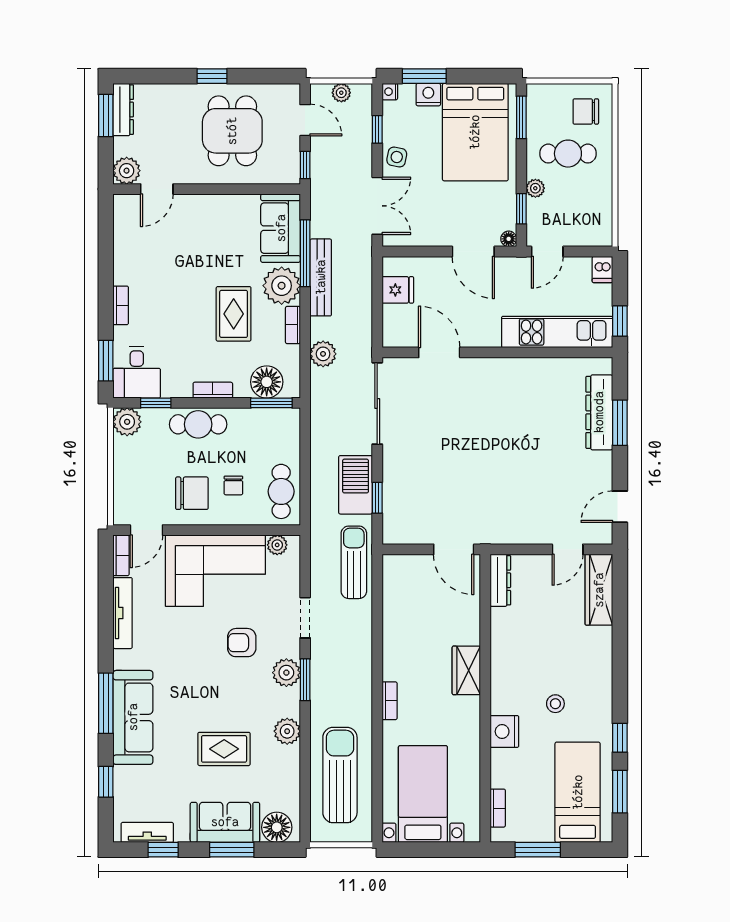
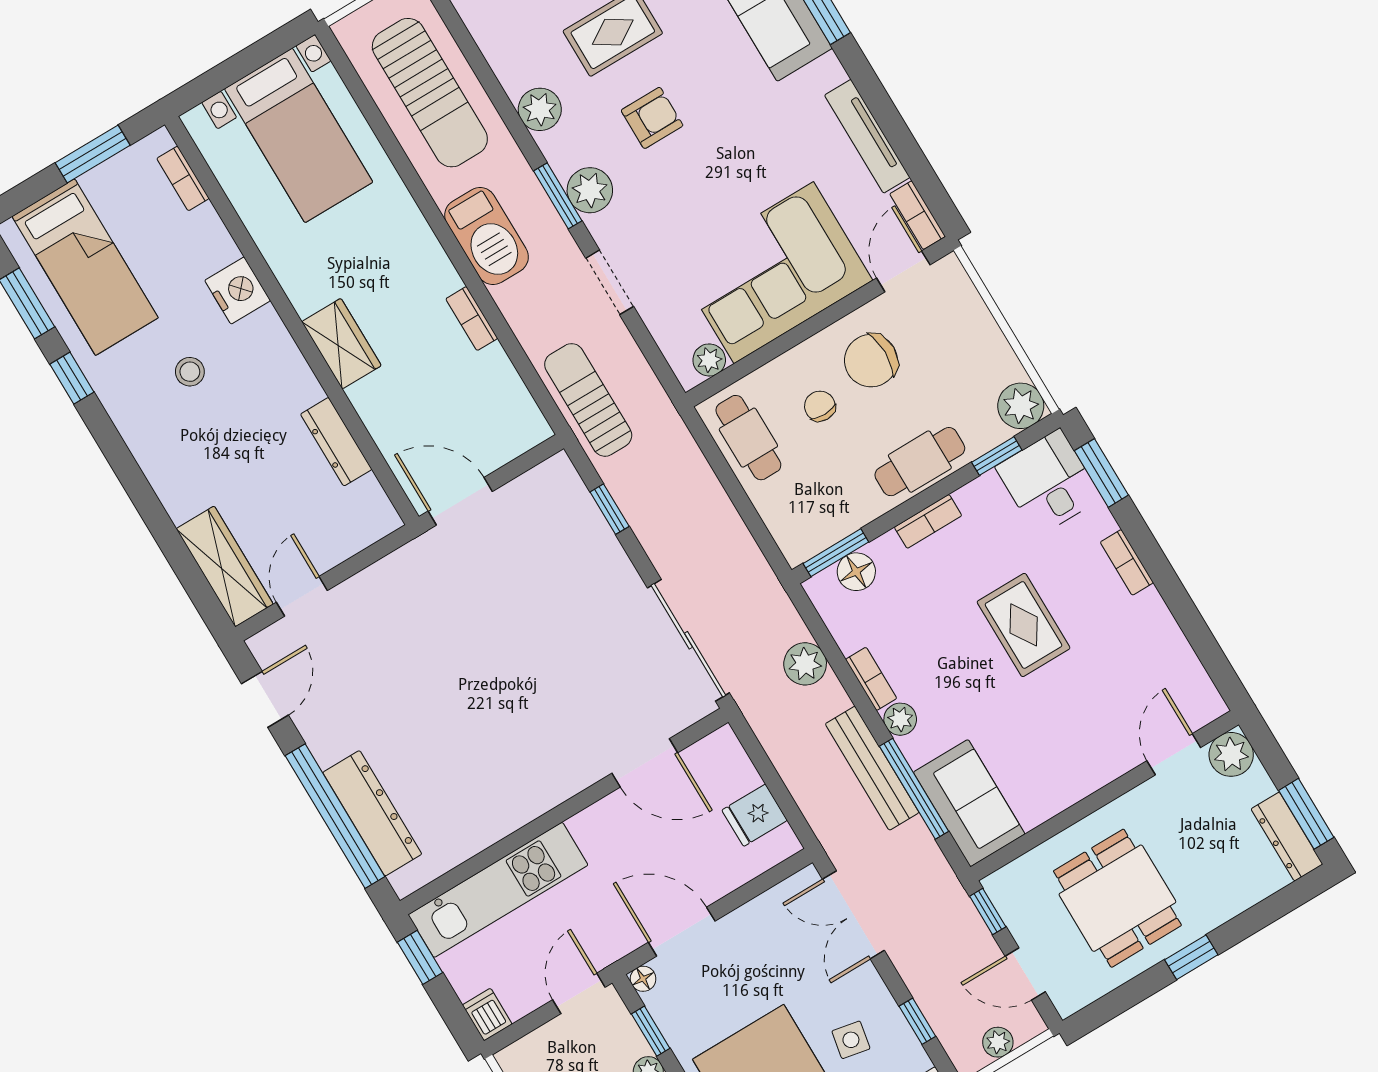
side table: (397, 157) -> (851, 1040), moved
plant: (282, 286) -> (900, 719), width x0.53, depth x0.53
rug: (234, 314) -> (1024, 625), moved
floor lamp: (267, 382) -> (856, 572), width x0.73, depth x0.73
window: (620, 423) -> (335, 816), width x2.11
barbecue: (356, 485) -> (487, 236), moved
sun lounger: (354, 562) -> (588, 400), turned 180
dresser: (500, 580) -> (336, 442), moved
armchair: (242, 643) -> (652, 118), moved
bookcase: (390, 701) -> (472, 319), moved

